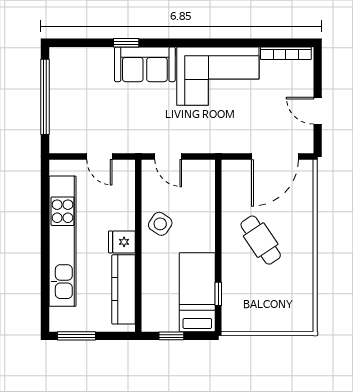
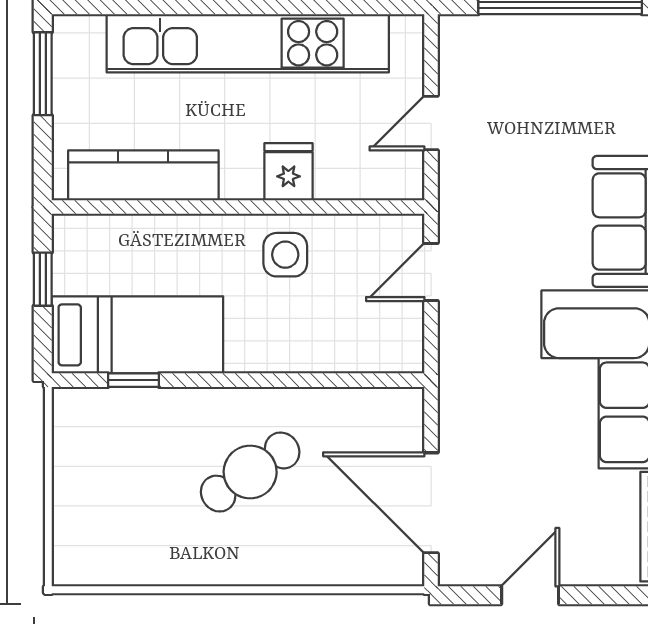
side table: (160, 224) -> (285, 255), turned -34
fridge: (122, 242) -> (288, 172), moved

